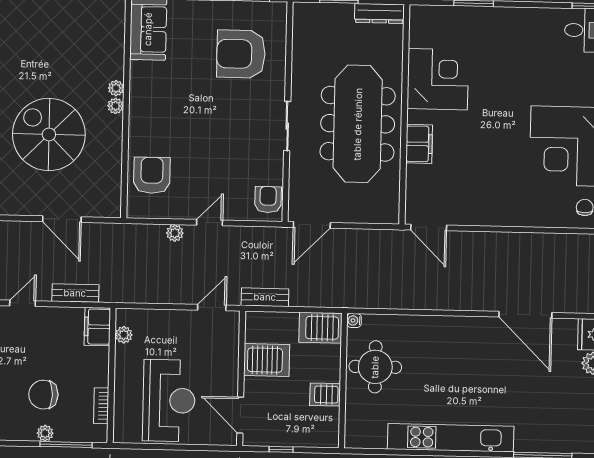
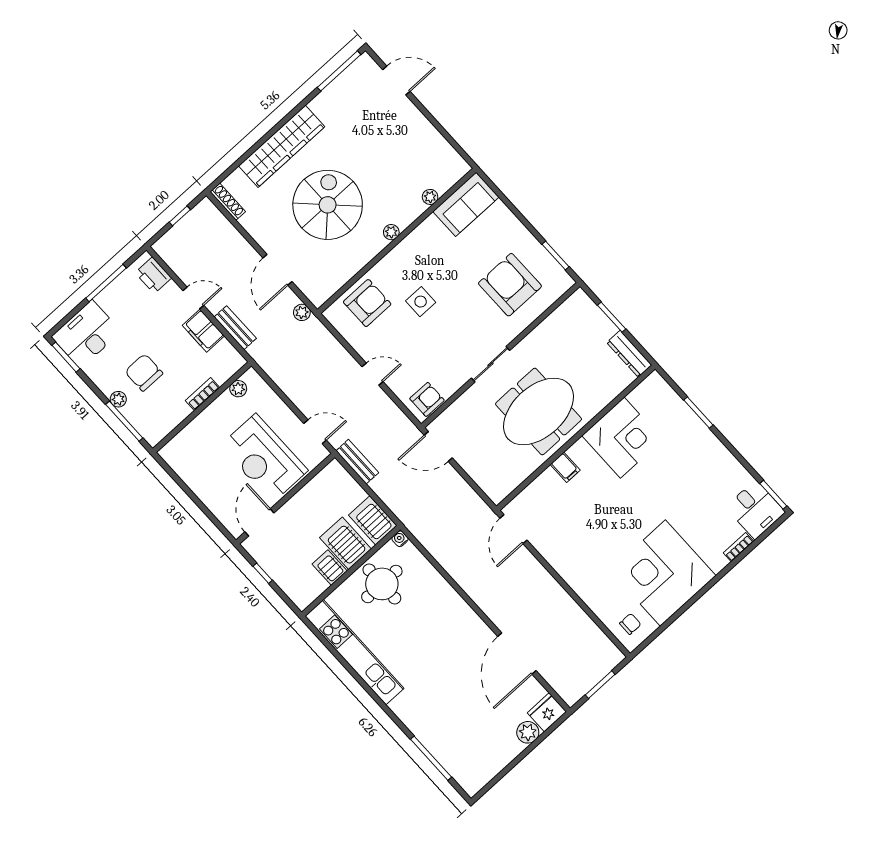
plant: (116, 88) -> (430, 197), moved
meeting table: (358, 124) -> (539, 412), width x0.73
side table: (189, 134) -> (421, 302), added
filing cabinet: (419, 144) -> (565, 467), width x0.50
plant: (175, 233) -> (302, 312), moved
filing cabinet: (97, 327) -> (203, 331), moved, turned -90
server rack: (267, 360) -> (345, 543), moved, turned 180
reception desk: (169, 401) -> (264, 458), moved, turned 90
bookcase: (101, 406) -> (203, 394), moved
kitchen unit: (451, 438) -> (355, 652), moved

